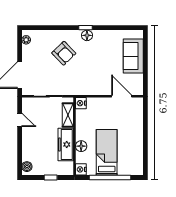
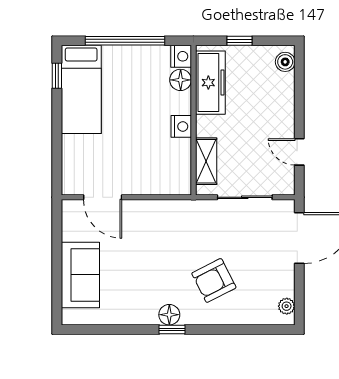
armchair: (64, 53) -> (214, 280), turned -73
nightstand: (81, 103) -> (181, 126), moved
freezer: (66, 144) -> (210, 83), moved
floor lamp: (81, 146) -> (181, 80), moved
bed: (107, 152) -> (81, 89), moved
window: (145, 159) -> (57, 76), added

